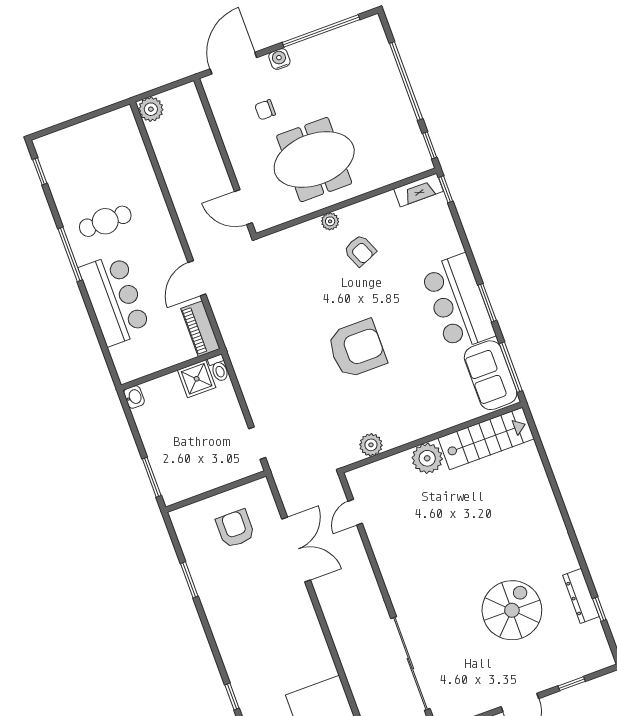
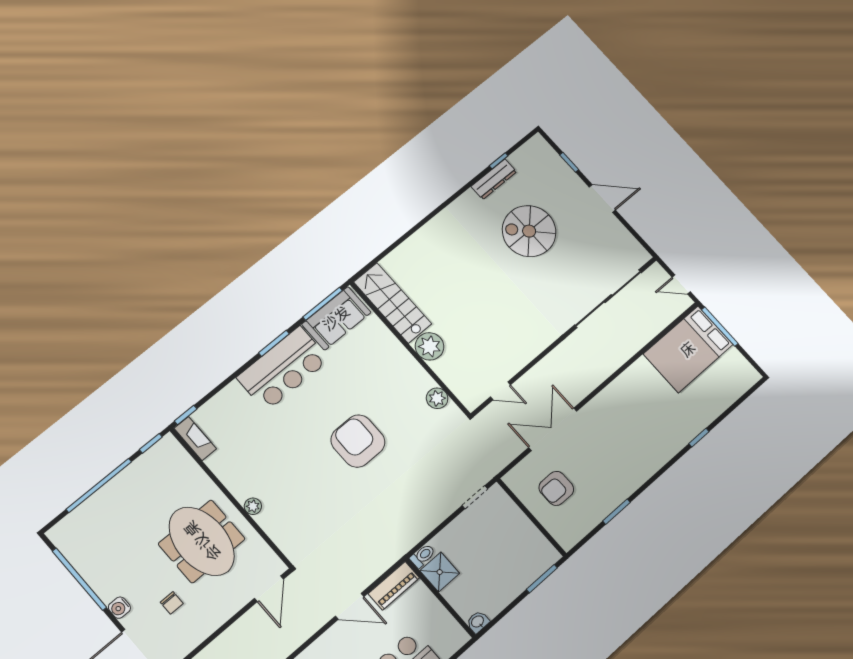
armchair: (360, 251) -> (269, 470), removed

